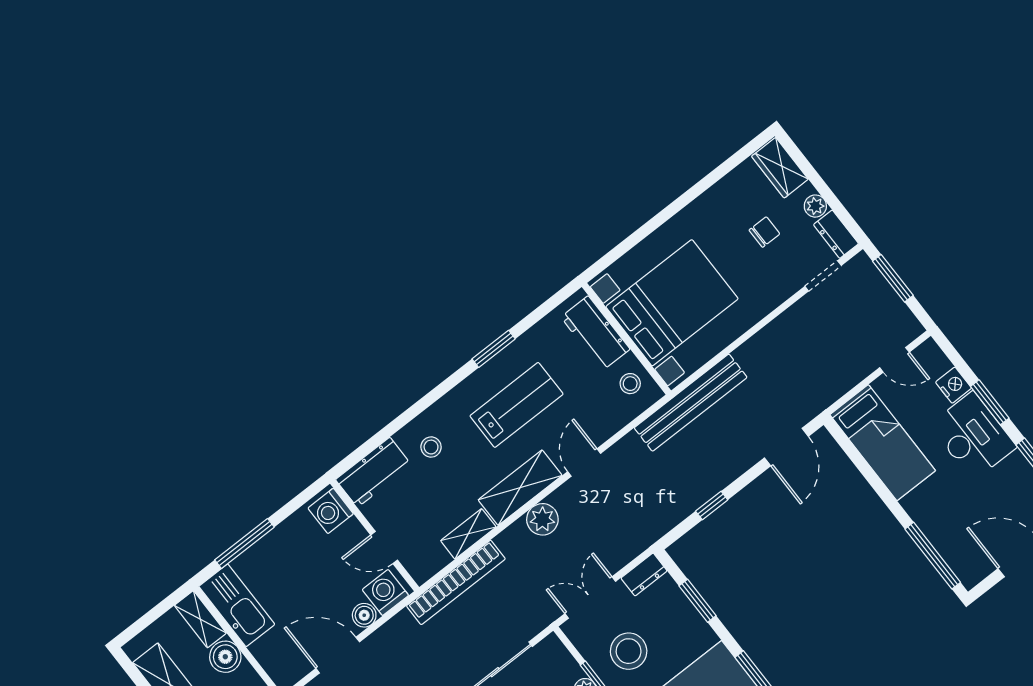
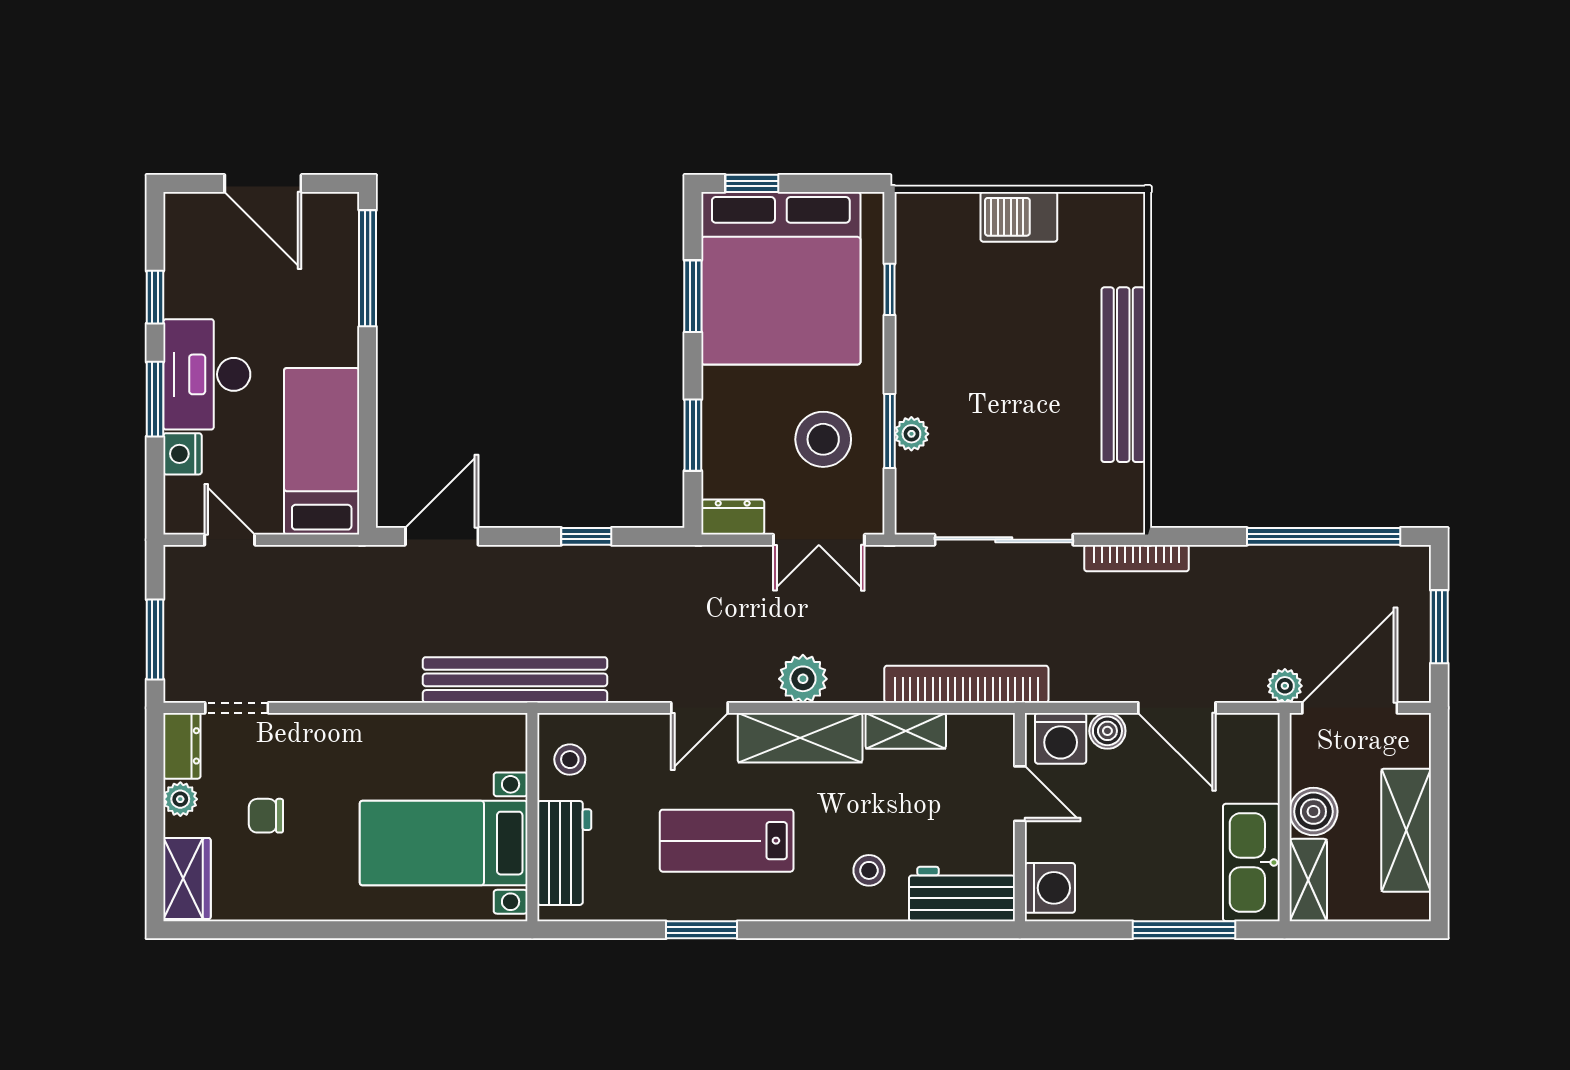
bed with nightstands: (672, 303) -> (444, 843), width x0.73

